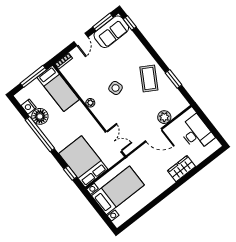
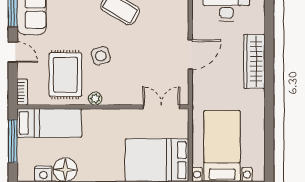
rug: (91, 77) -> (65, 75), added
plant: (164, 117) -> (179, 26), removed
wardrobe: (182, 169) -> (254, 61), width x1.50

